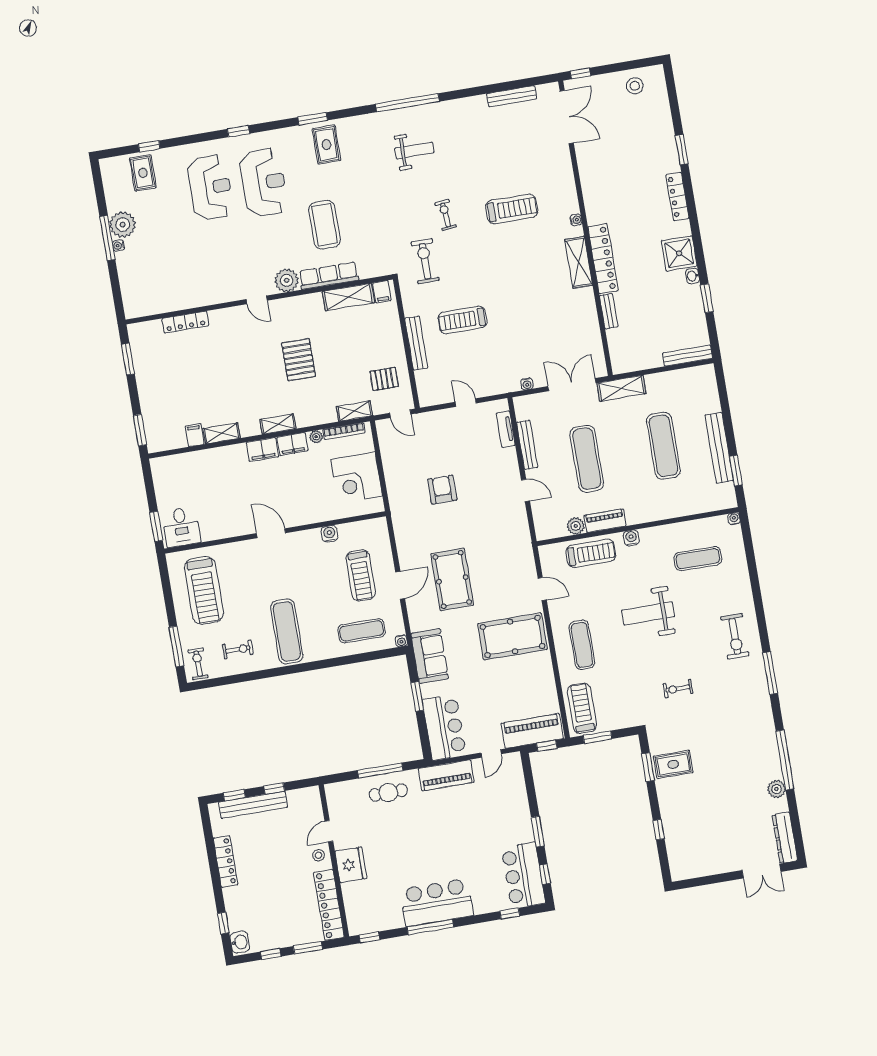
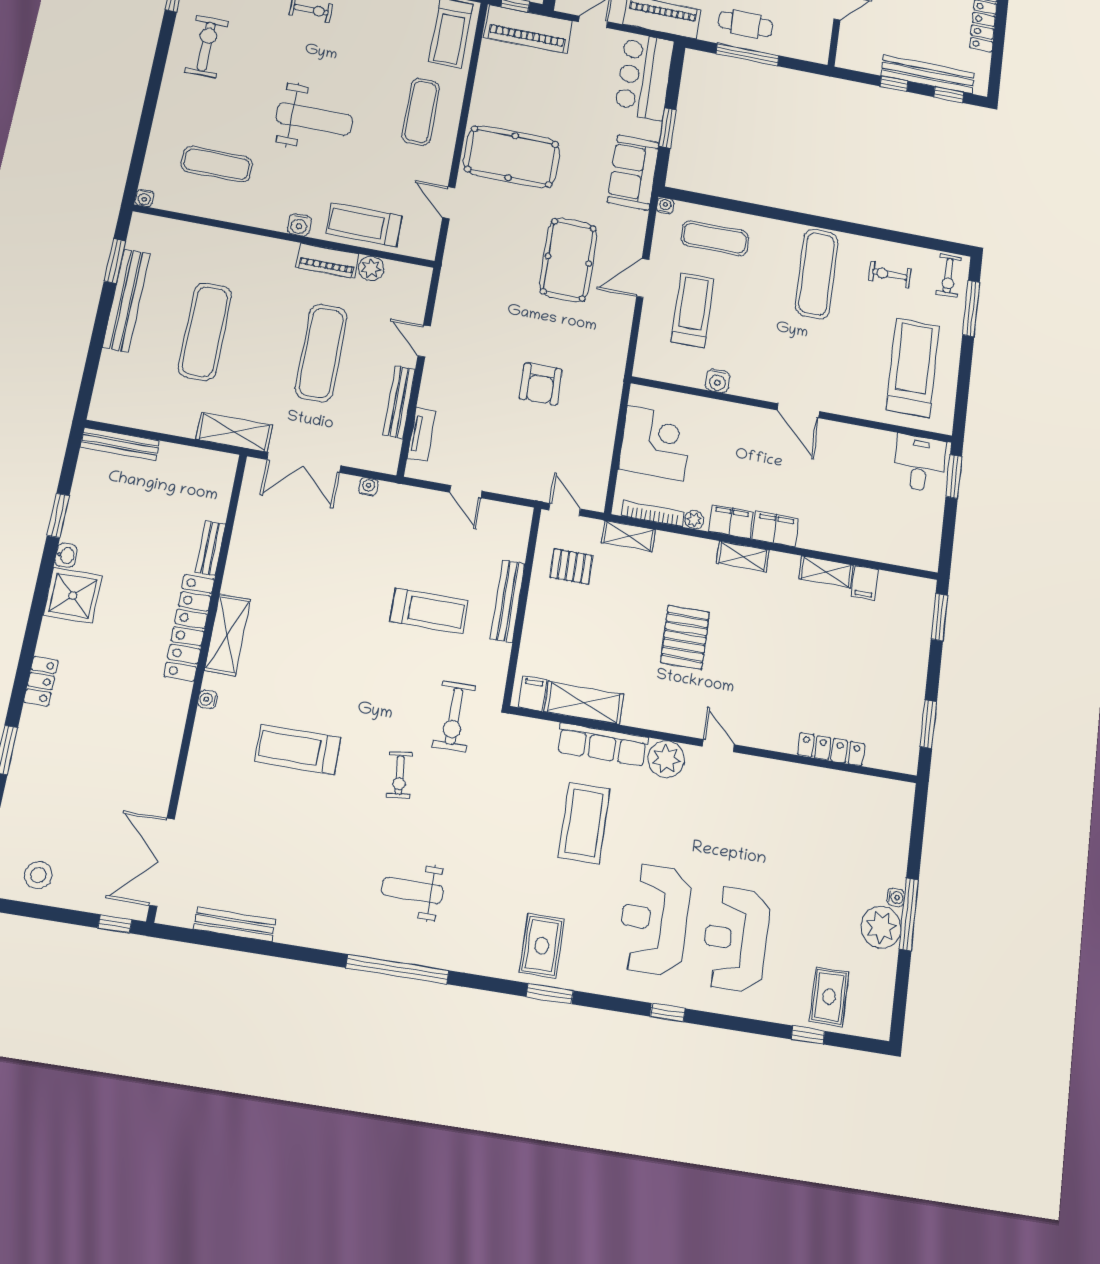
locker: (677, 196) -> (41, 681), width x0.66

